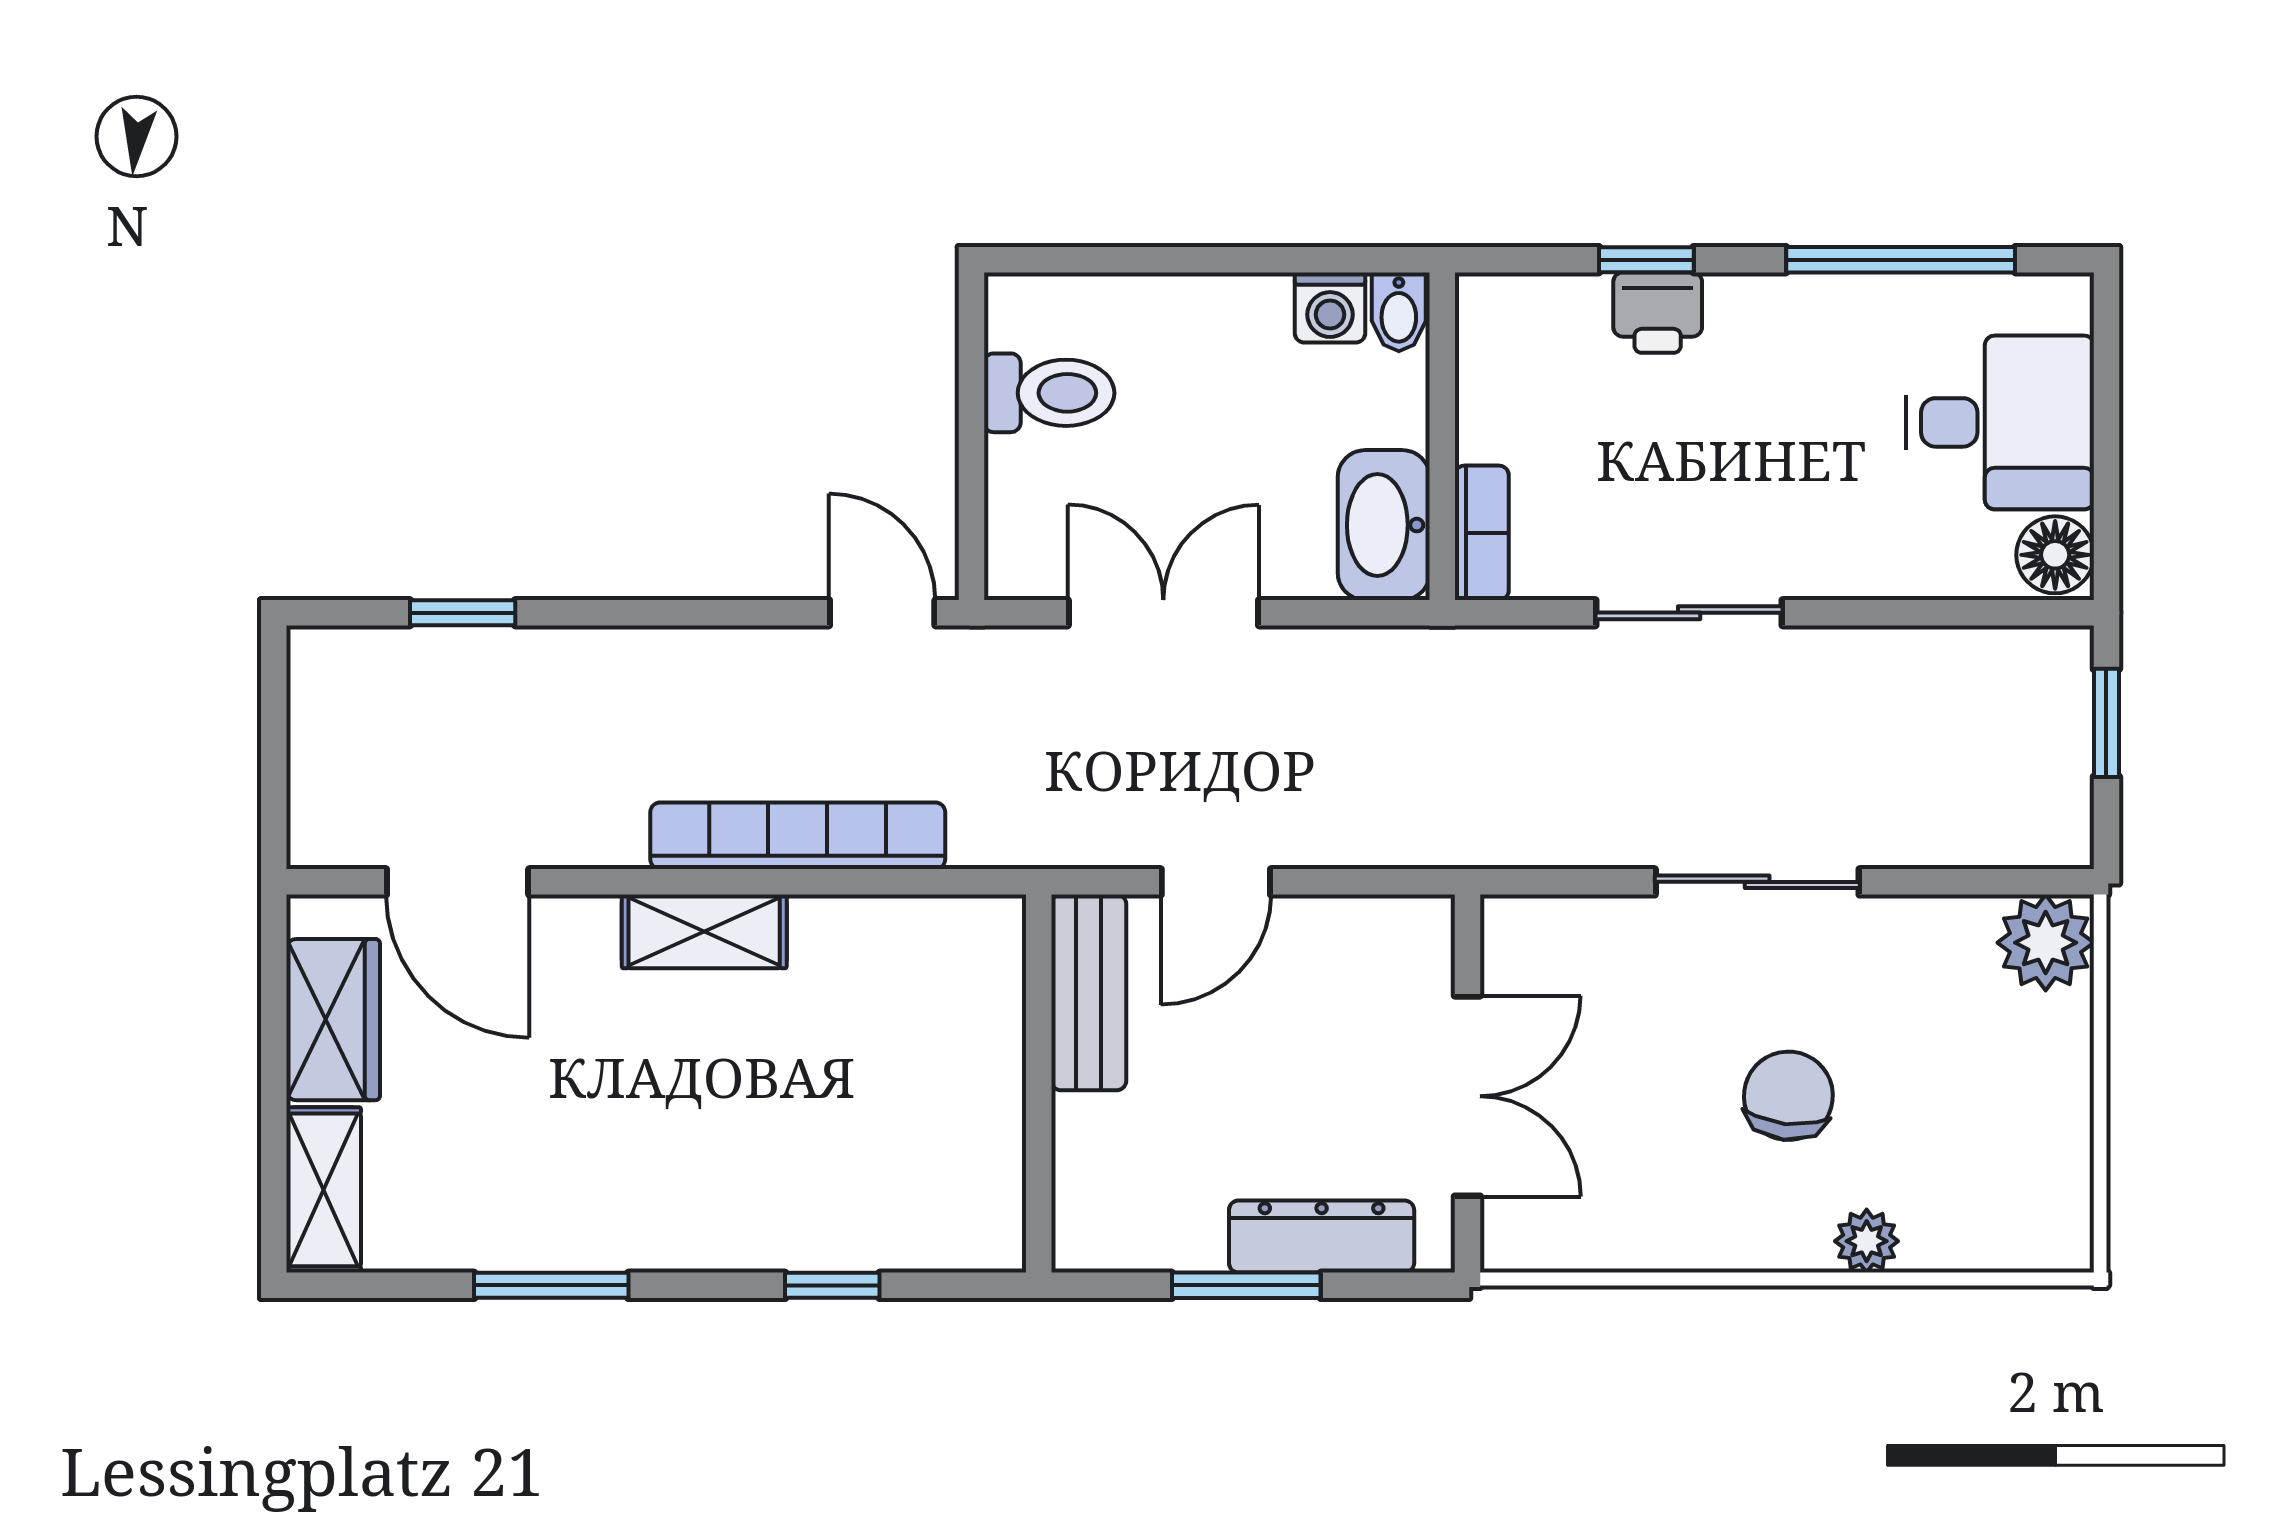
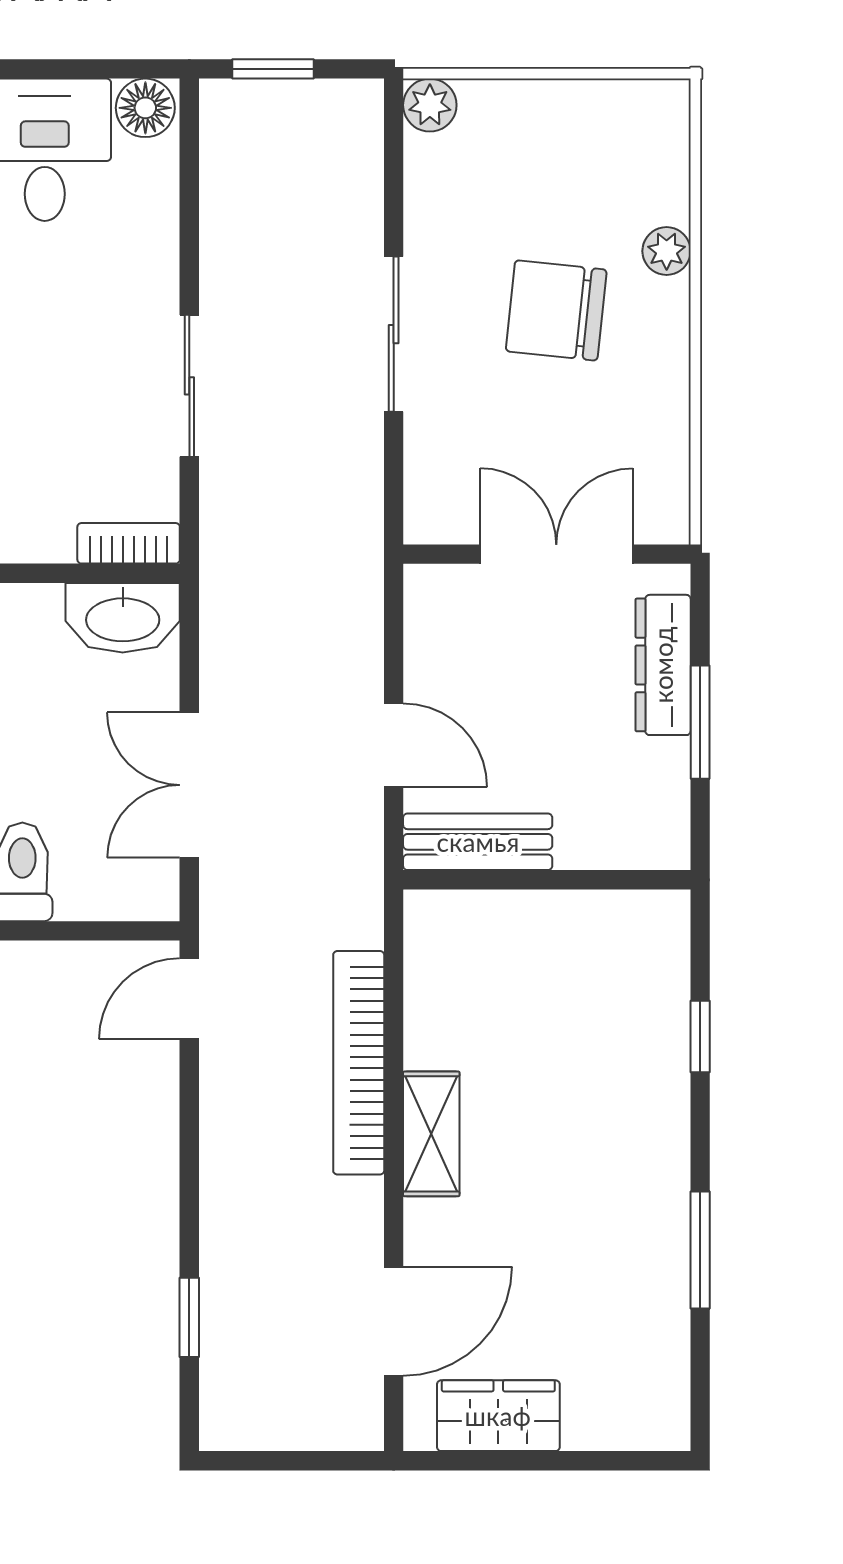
plant: (2046, 943) -> (430, 105), width x0.73, depth x0.73
chair: (1788, 1096) -> (556, 310), width x1.37, depth x1.37
shelving: (324, 1190) -> (628, 1423), removed

